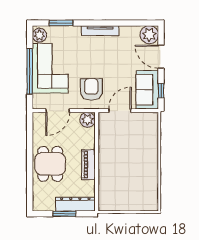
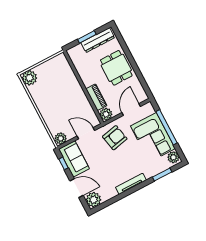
armchair: (91, 89) -> (115, 138), turned -102
door: (120, 111) -> (86, 133), swing flipped
plant: (150, 119) -> (61, 138), added
piano: (88, 165) -> (96, 97), moved
plant: (149, 202) -> (29, 78), added
dresser: (75, 204) -> (98, 40), moved

